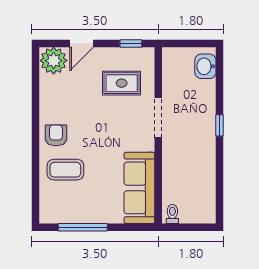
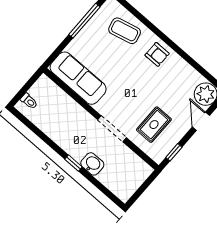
washbasin: (205, 66) -> (92, 164), moved
coffee table: (65, 170) -> (125, 31), moved, turned 76
toilet: (172, 214) -> (29, 101), moved

